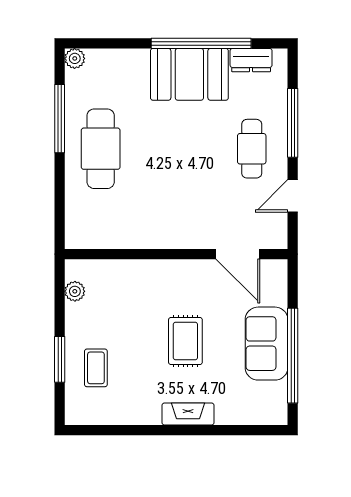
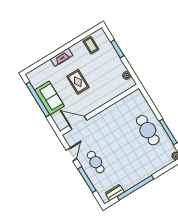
booth: (189, 74) -> (133, 175), removed
coffee table: (96, 368) -> (91, 45), moved

